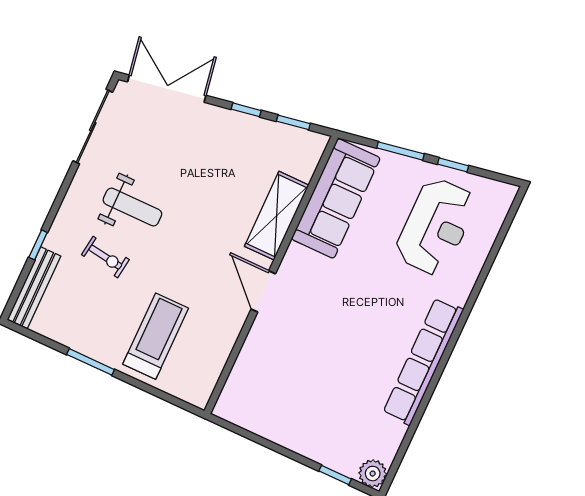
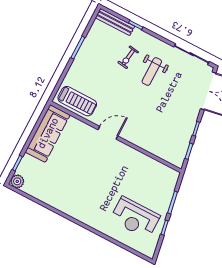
sofa: (336, 198) -> (48, 133), moved, turned -90
shelving: (277, 216) -> (144, 141), removed
treadmill: (156, 336) -> (77, 101), moved
row of seats: (423, 361) -> (70, 208), removed

